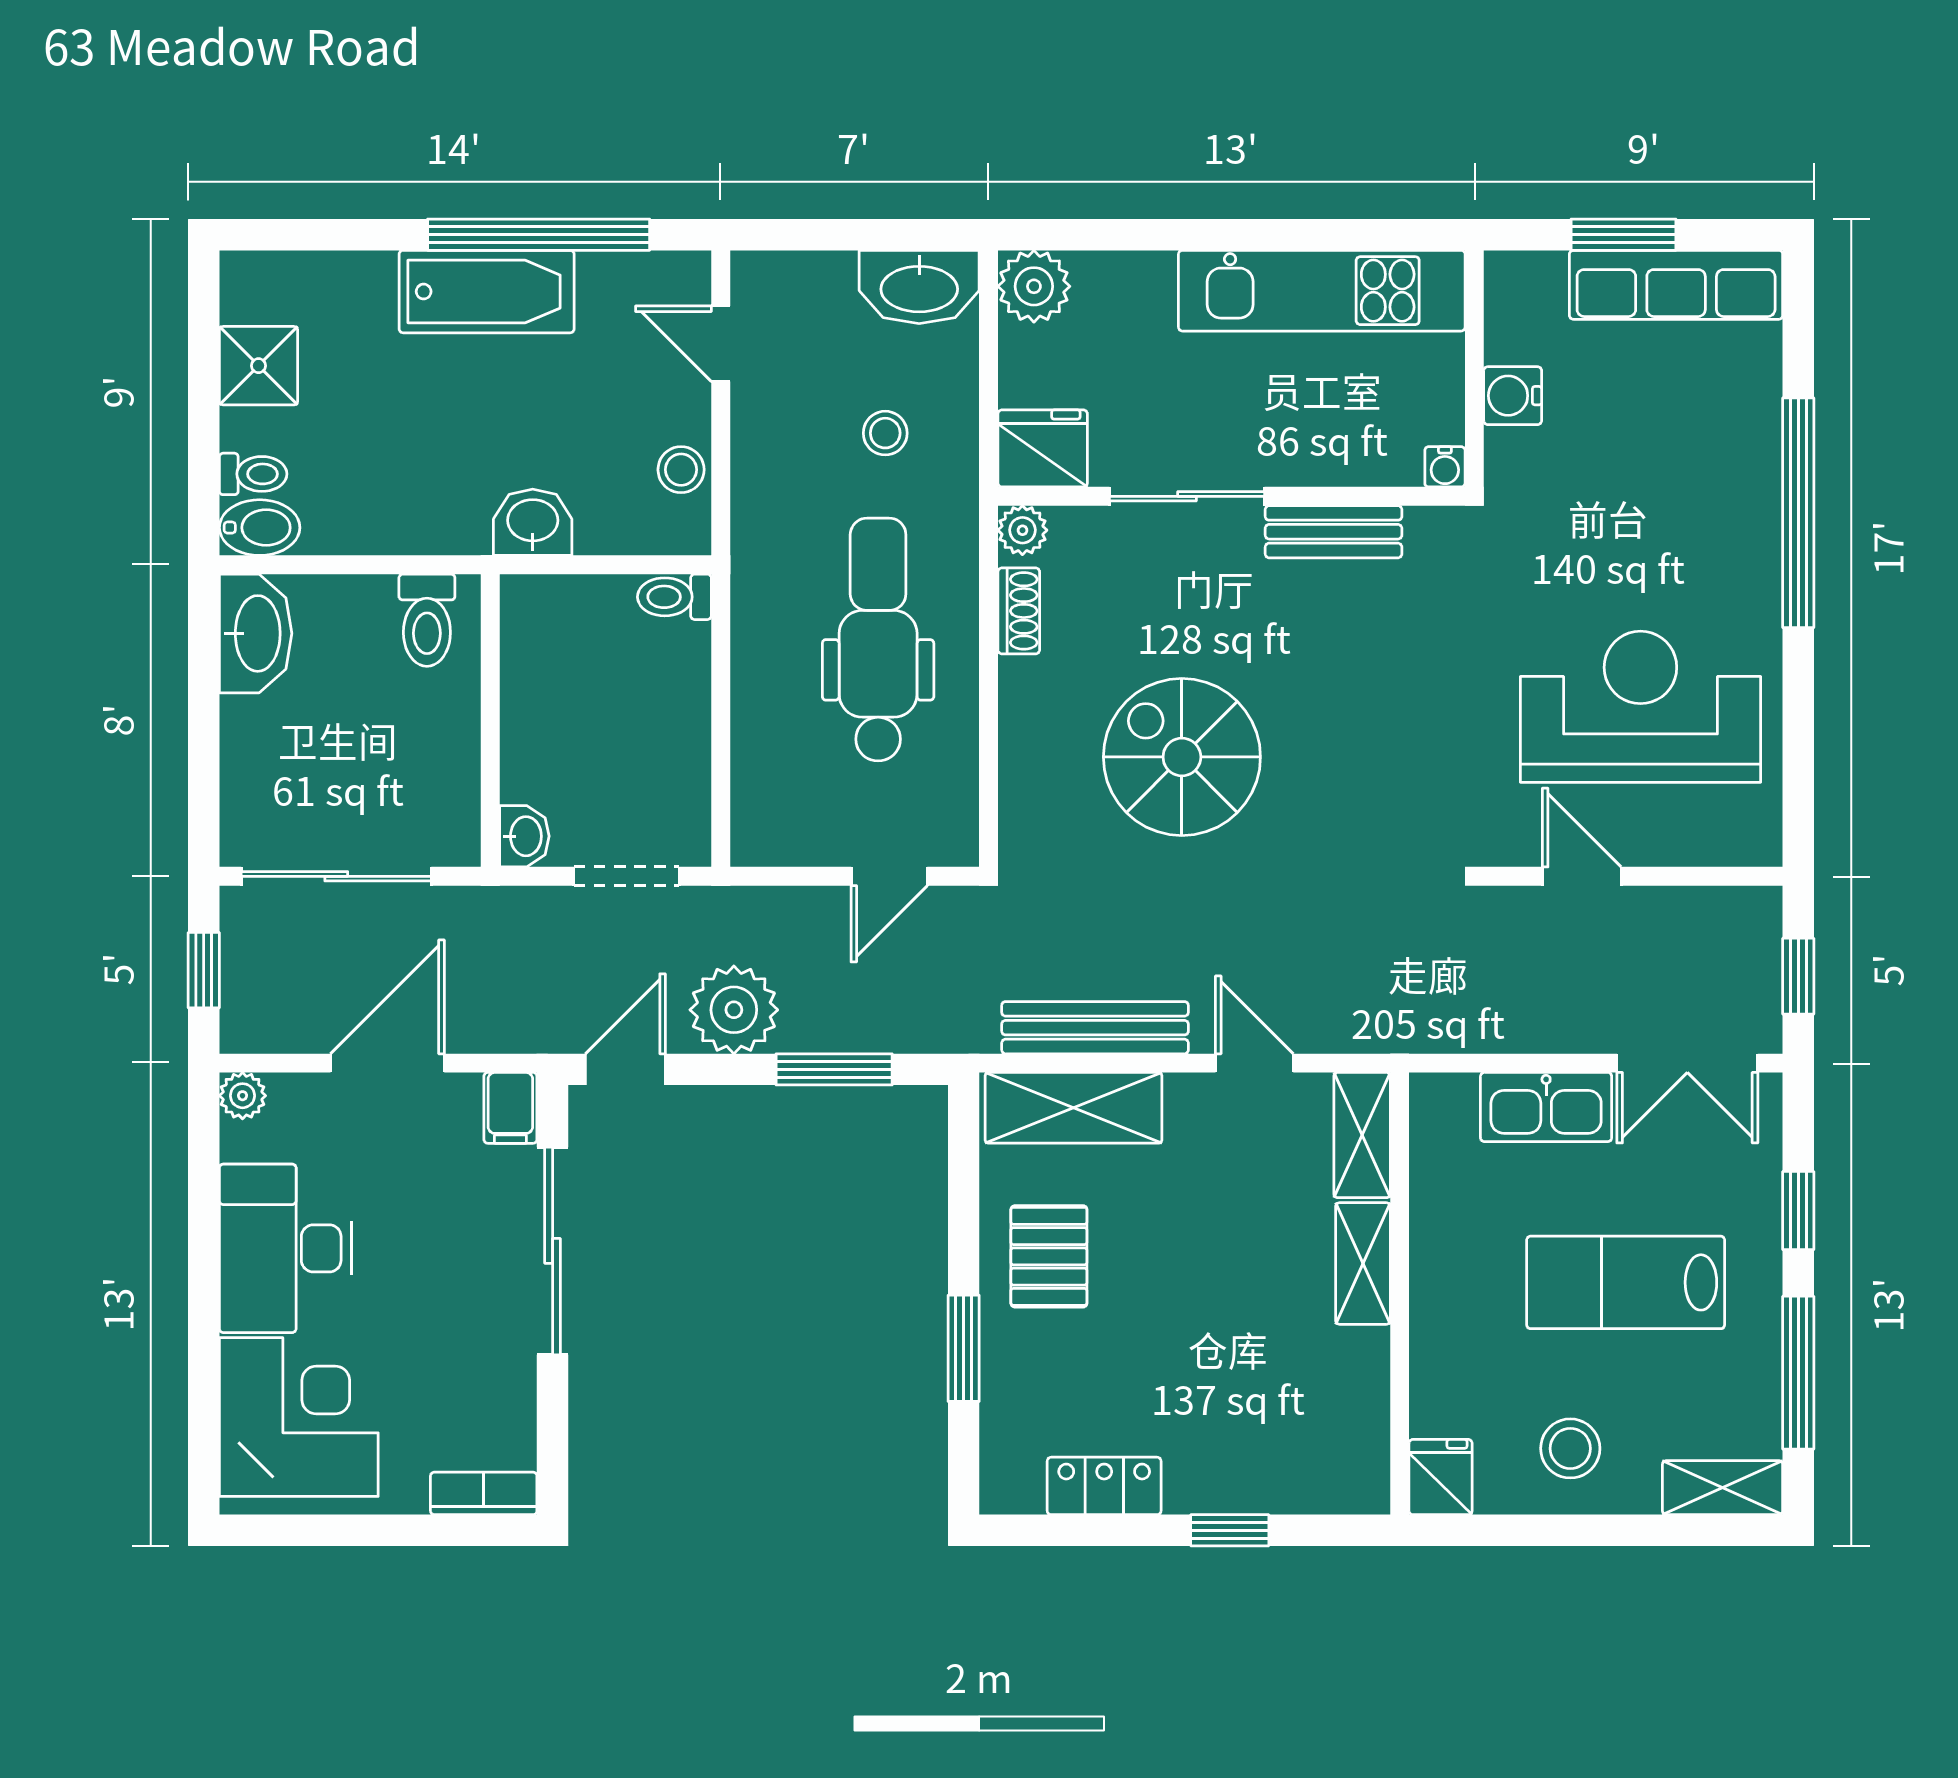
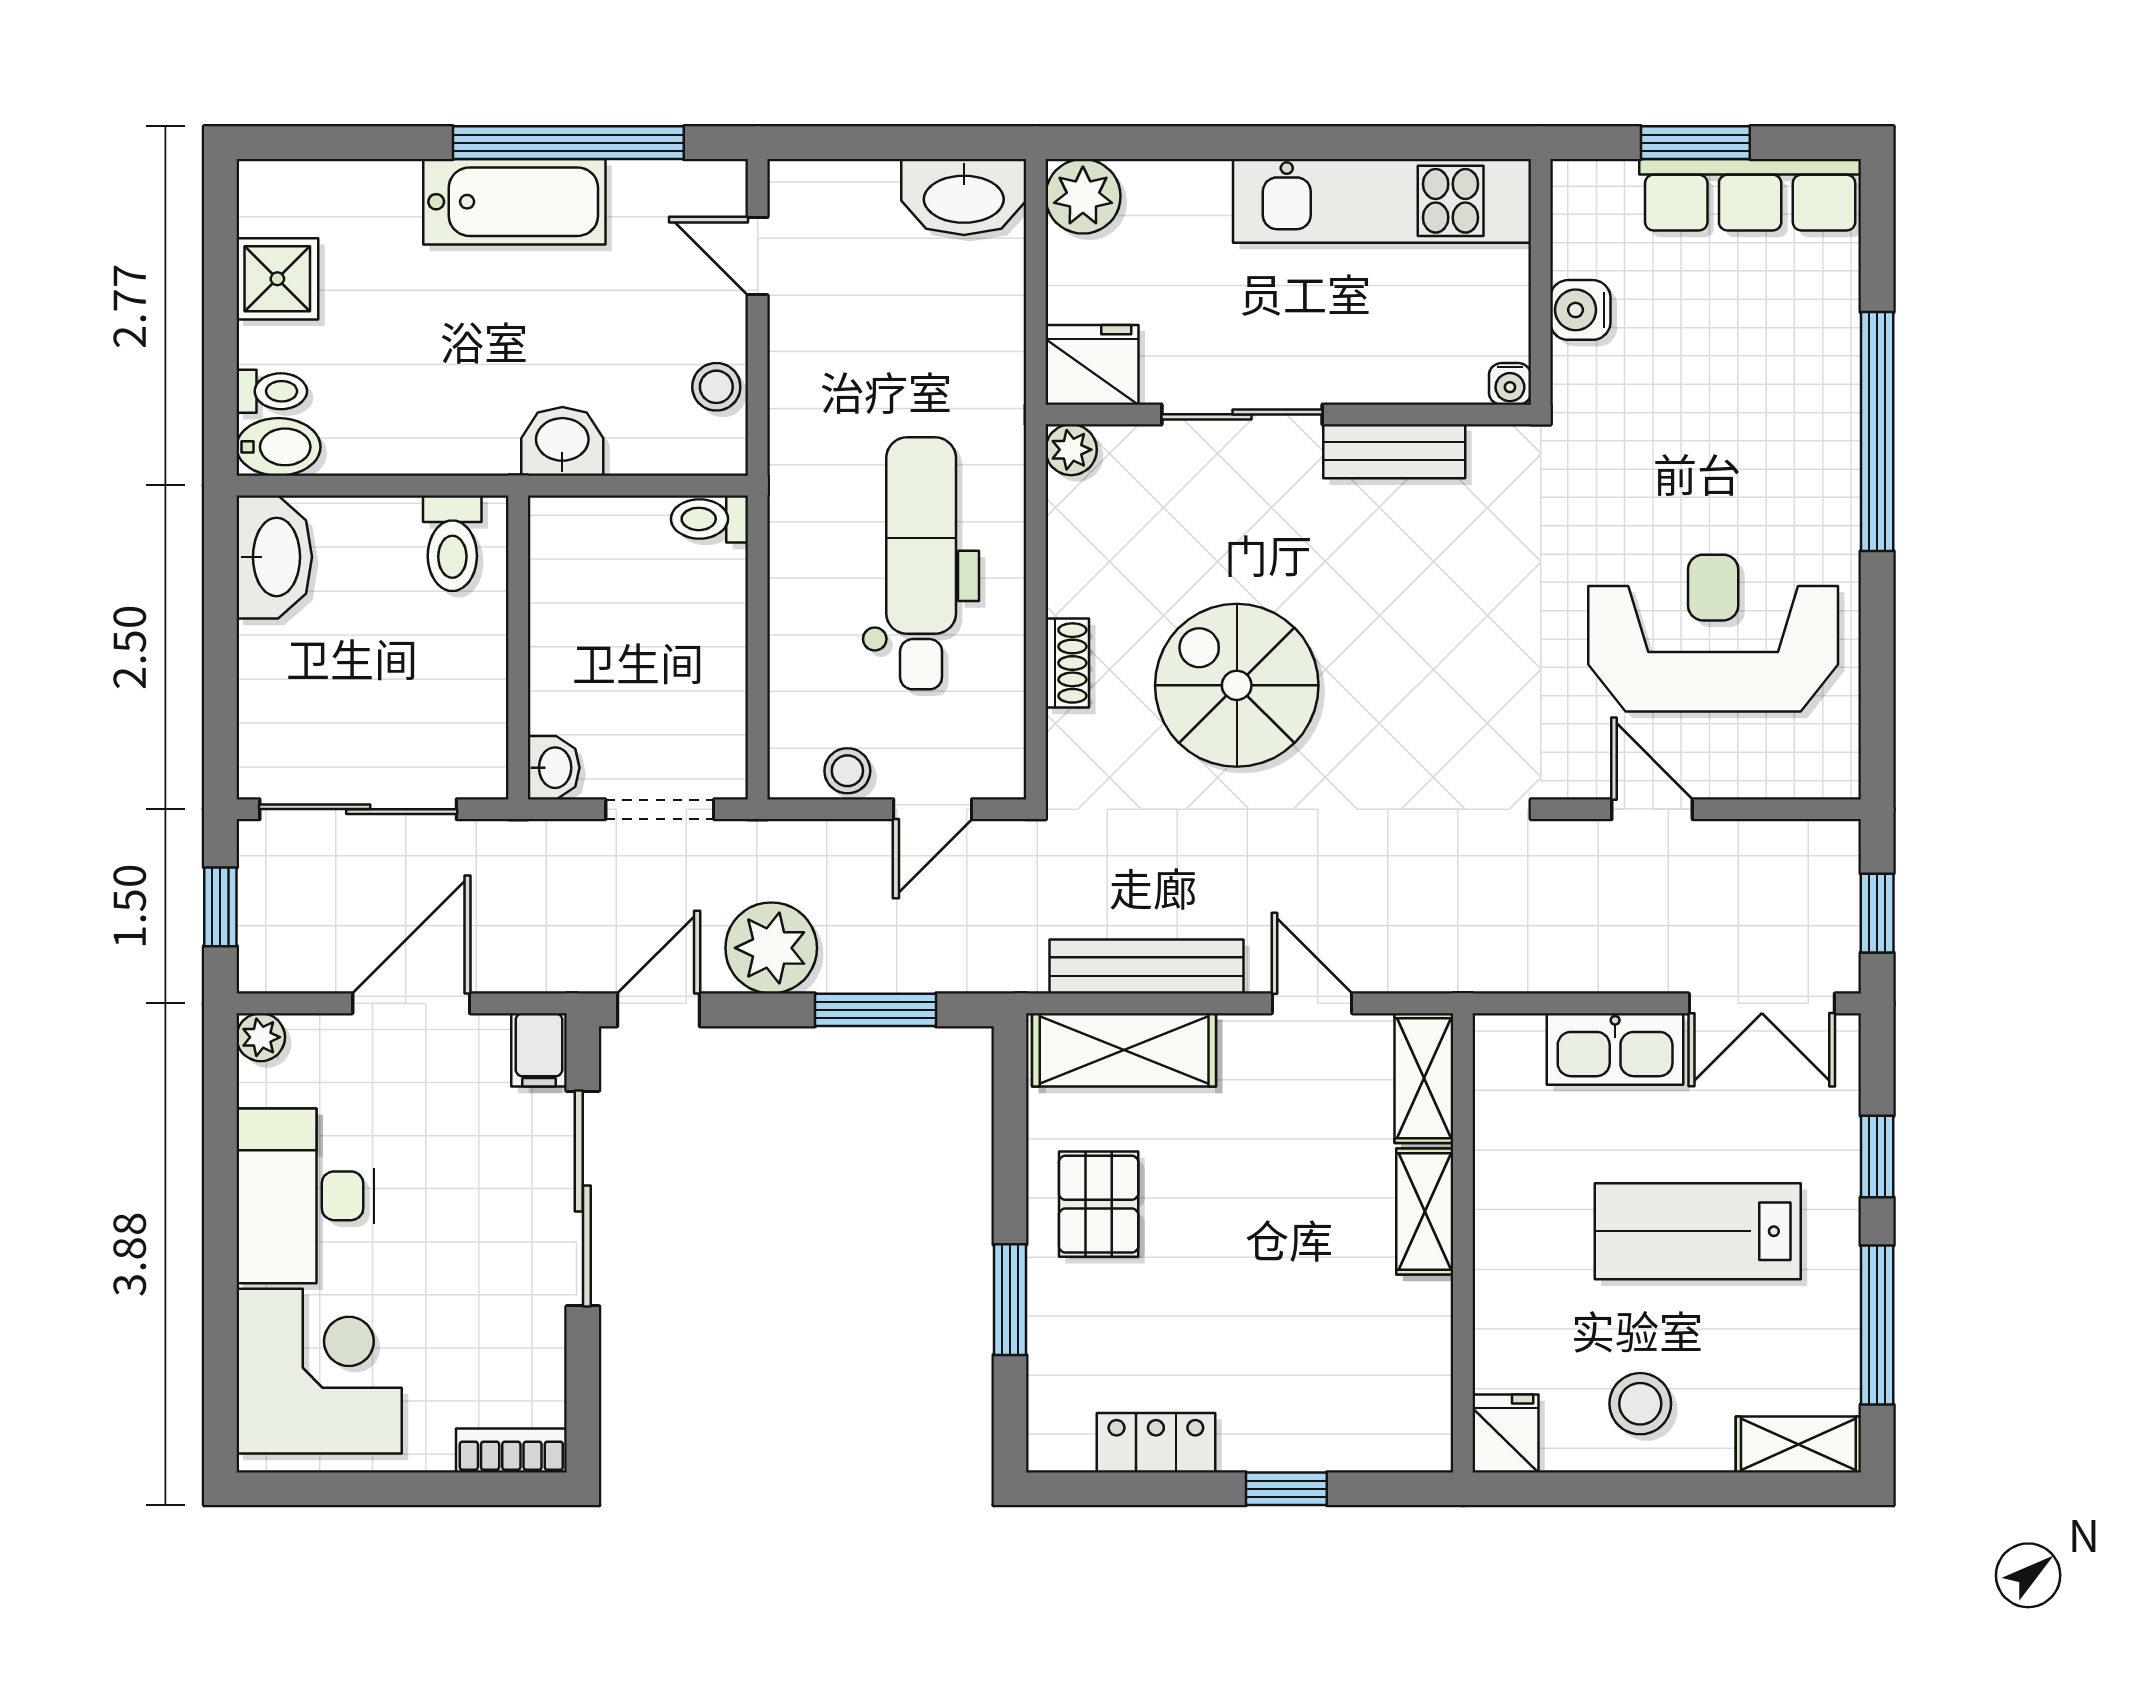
stool: (885, 433) -> (847, 771), moved
shoe rack: (1019, 611) -> (1067, 663), moved

